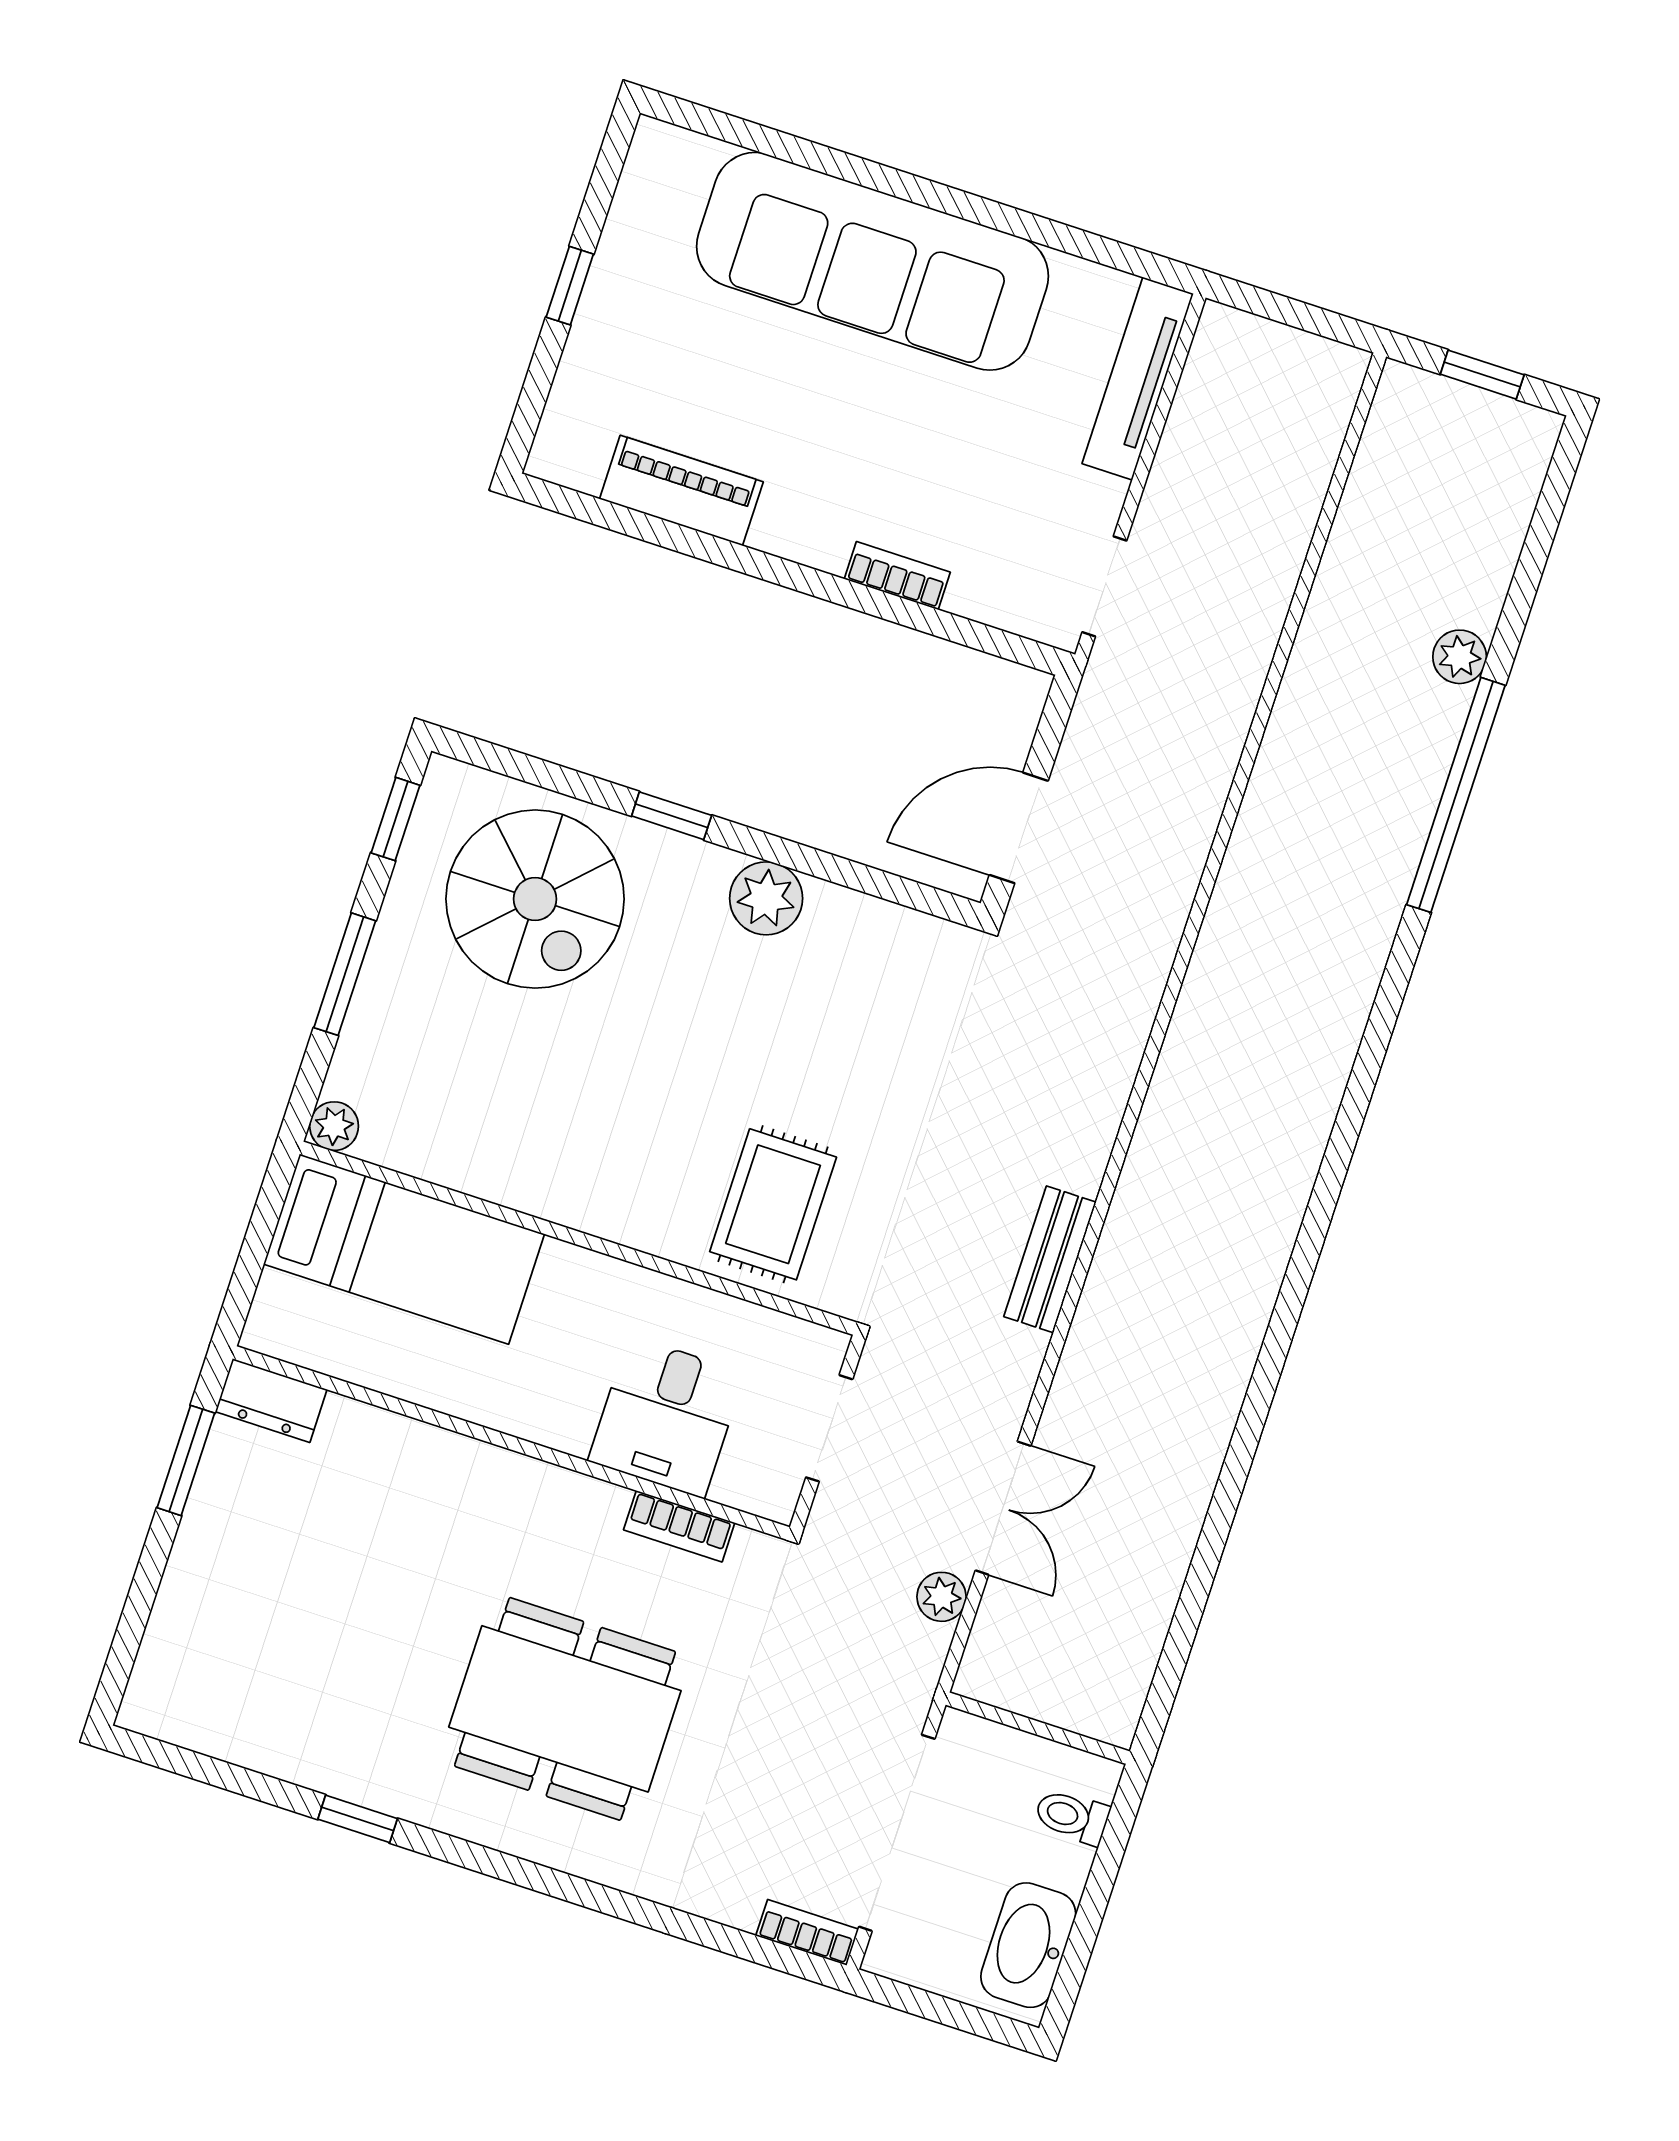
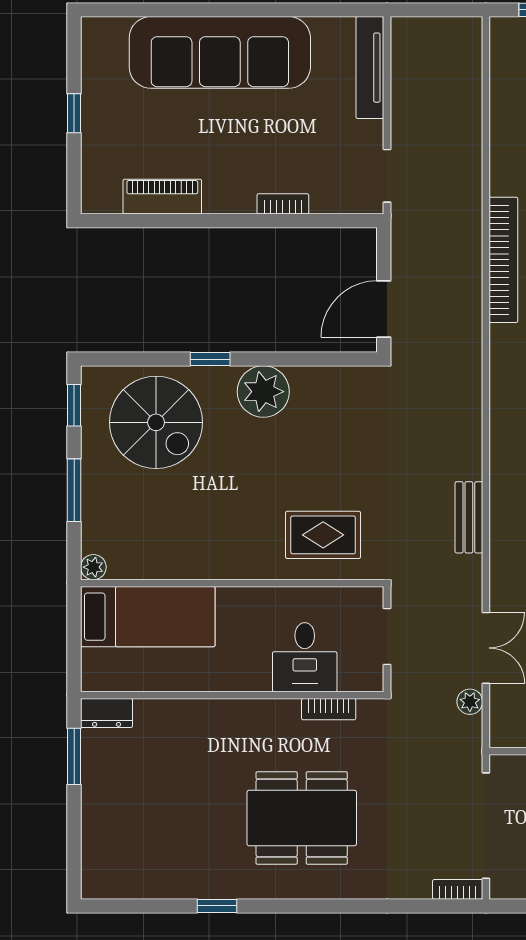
bookcase: (1267, 810) -> (503, 260), added
plant: (766, 898) -> (263, 392), width x1.36, depth x1.36
rug: (773, 1204) -> (323, 535), turned 90

